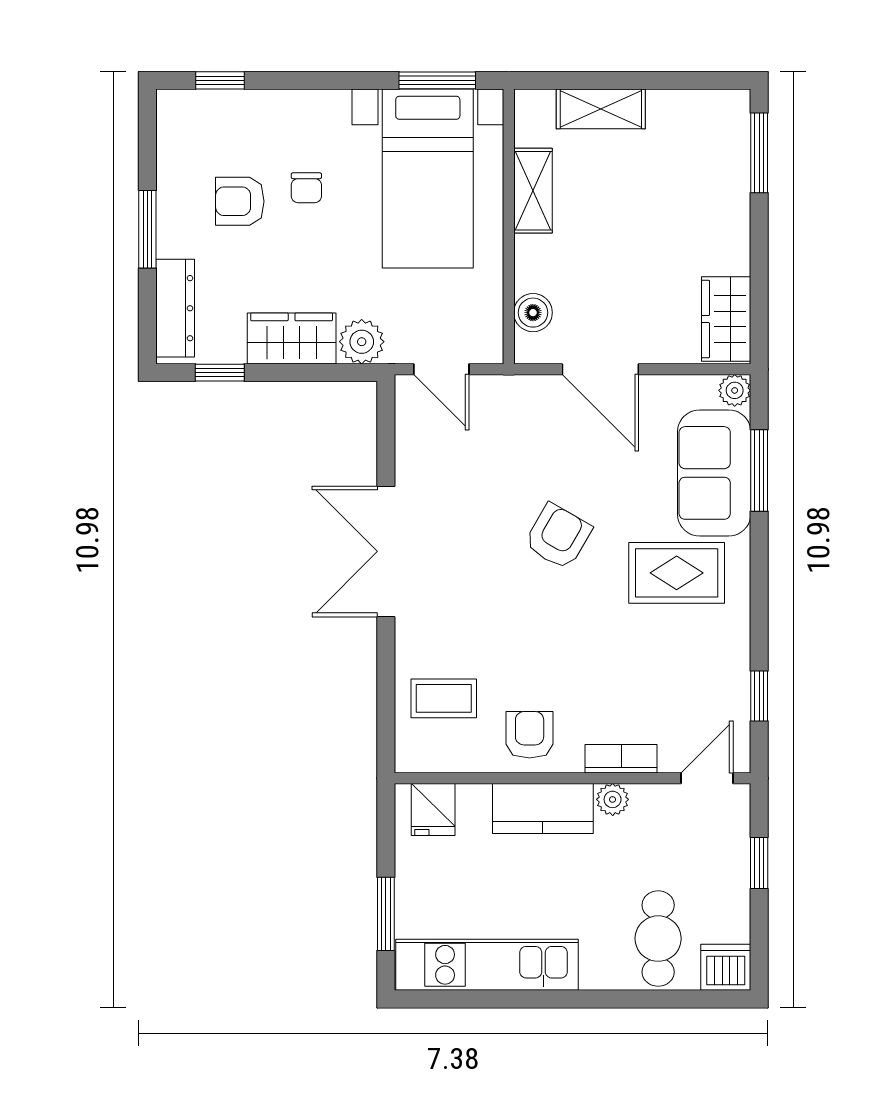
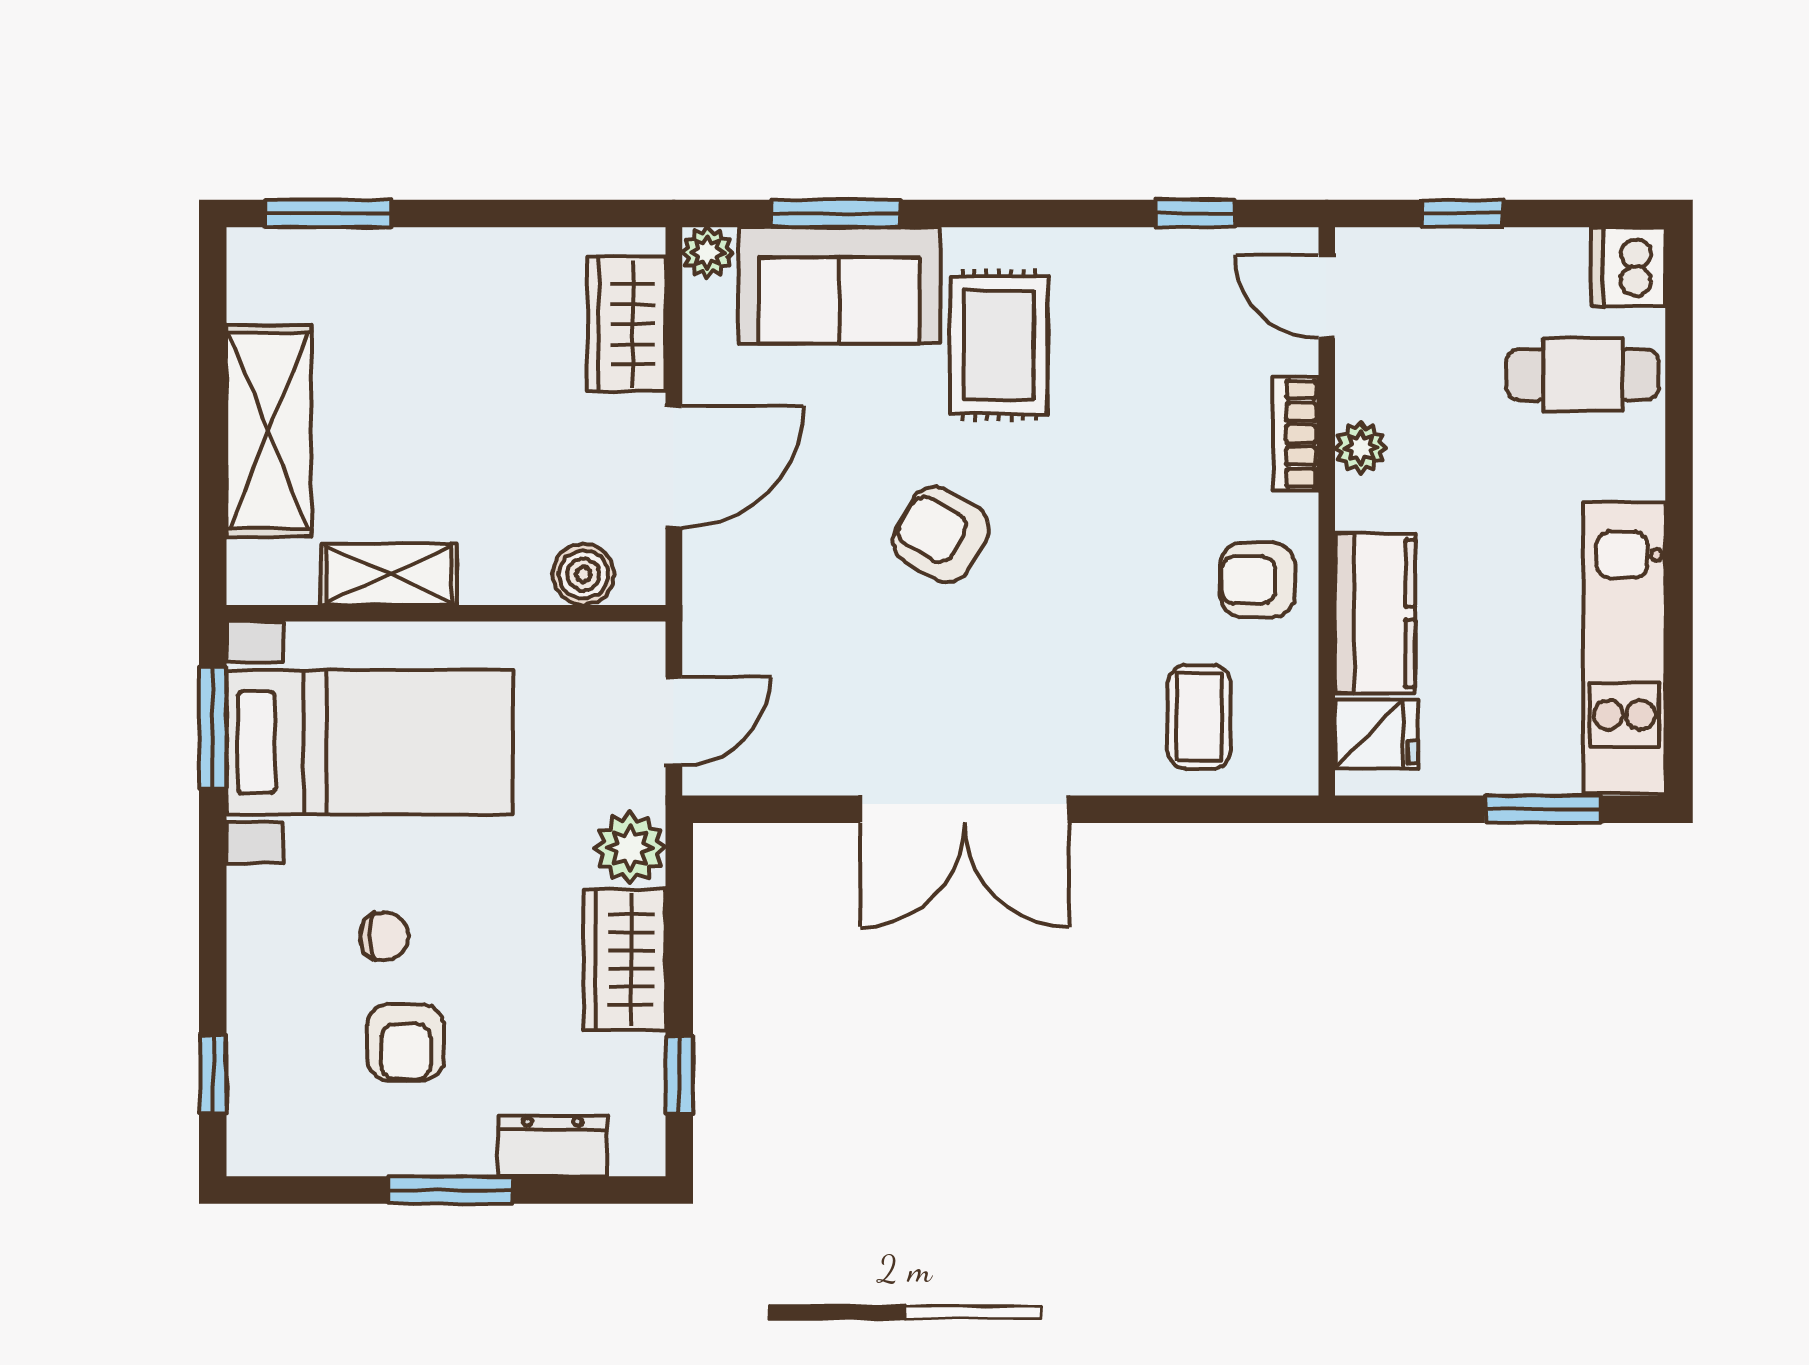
shelving: (601, 109) -> (269, 431), width x1.50, depth x1.33
dresser: (175, 308) -> (553, 1146), width x0.70
wardrobe: (726, 319) -> (627, 324), moved, turned 90
kitchen counter: (543, 809) -> (1375, 613), moved

